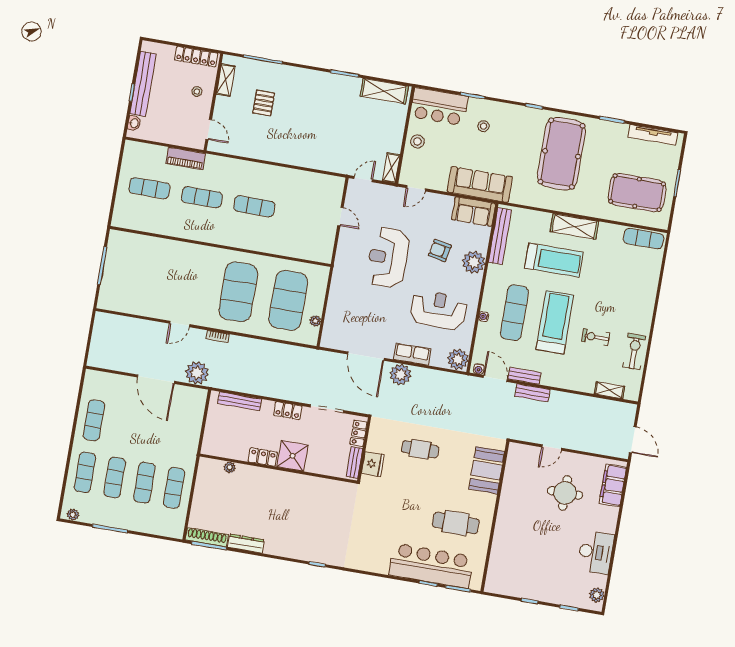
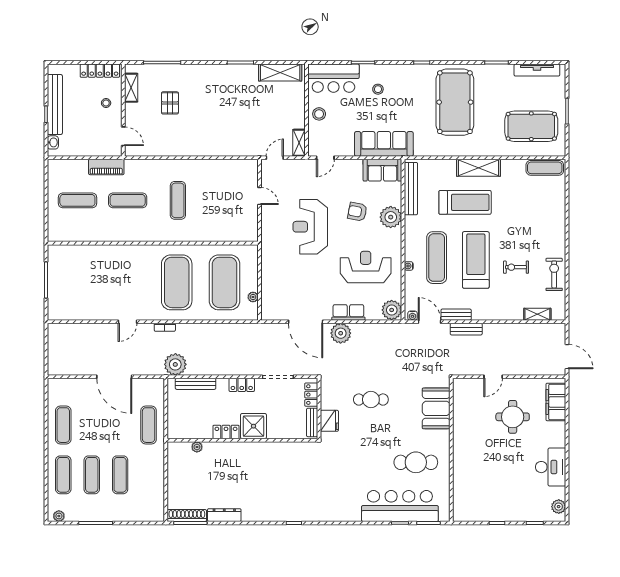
exercise mat: (254, 206) -> (178, 200), turned 90
plant: (197, 373) -> (175, 364), moved
exercise mat: (174, 488) -> (149, 425), moved

